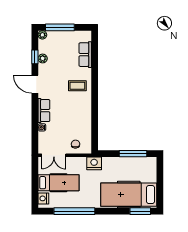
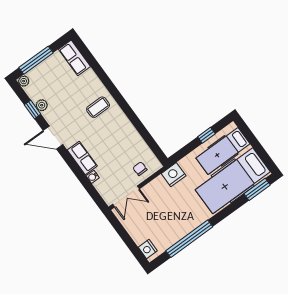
row of seats: (85, 55) -> (74, 58), moved
window: (133, 154) -> (206, 135), width x0.46
hospital bed: (58, 183) -> (223, 151), moved, turned 180

